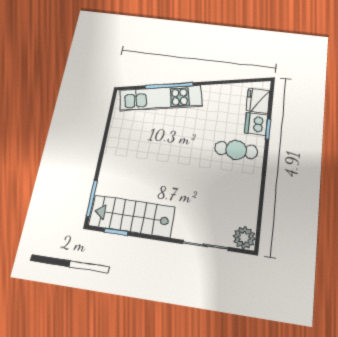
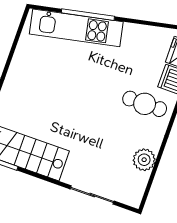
plant: (244, 238) -> (144, 160), moved

